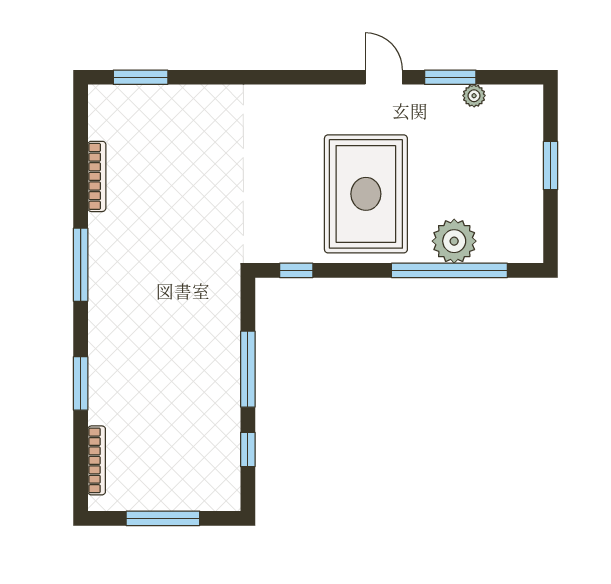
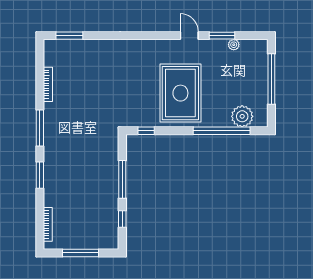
window: (550, 166) -> (271, 79), width x2.11
plant: (454, 241) -> (242, 116), moved
window: (81, 383) -> (40, 175), moved

